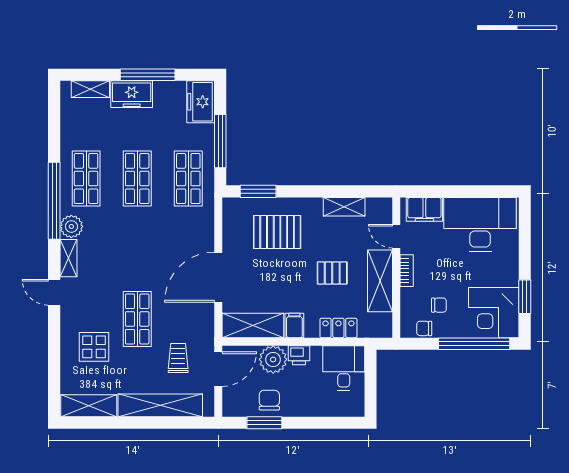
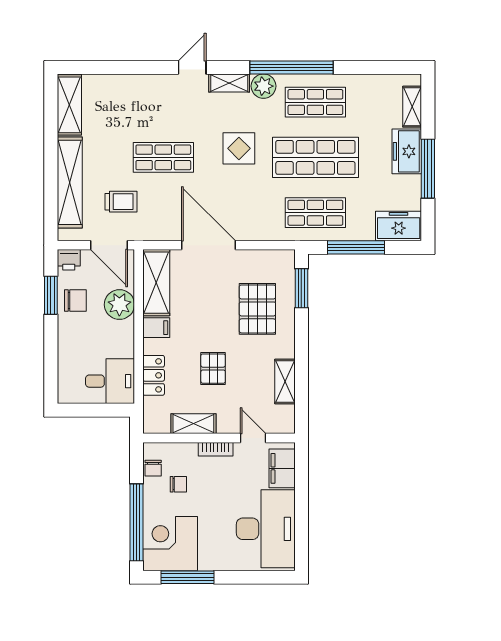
shop shelf: (137, 179) -> (315, 157), width x1.43, depth x1.36
door: (396, 236) -> (253, 438), hinge flipped
shelving: (380, 281) -> (193, 424), width x0.67, depth x0.75
window: (525, 297) -> (187, 577), width x1.44
chair: (439, 305) -> (178, 484), turned -90
chair: (424, 328) -> (153, 468), turned 180
display table: (94, 347) -> (239, 148), moved
printer: (299, 355) -> (69, 260), moved, turned -90

